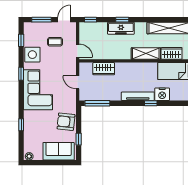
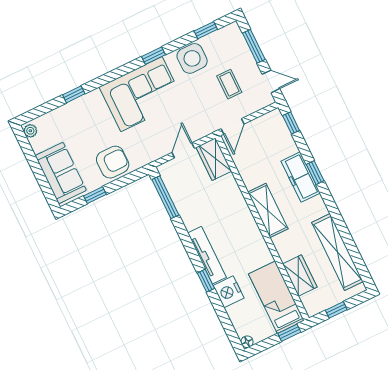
shelving: (146, 54) -> (268, 210), moved
wardrobe: (104, 69) -> (214, 159), moved
armchair: (66, 122) -> (113, 162), turned 84

